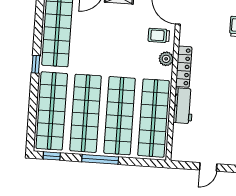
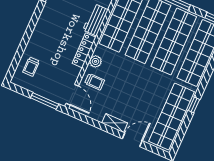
window: (36, 64) -> (194, 105), moved

